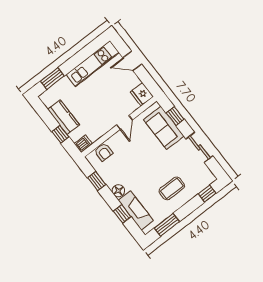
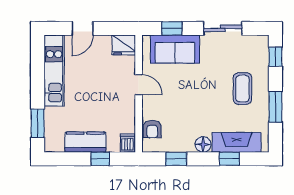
armchair: (104, 152) -> (152, 129), turned 90
window: (167, 225) -> (275, 107), moved

